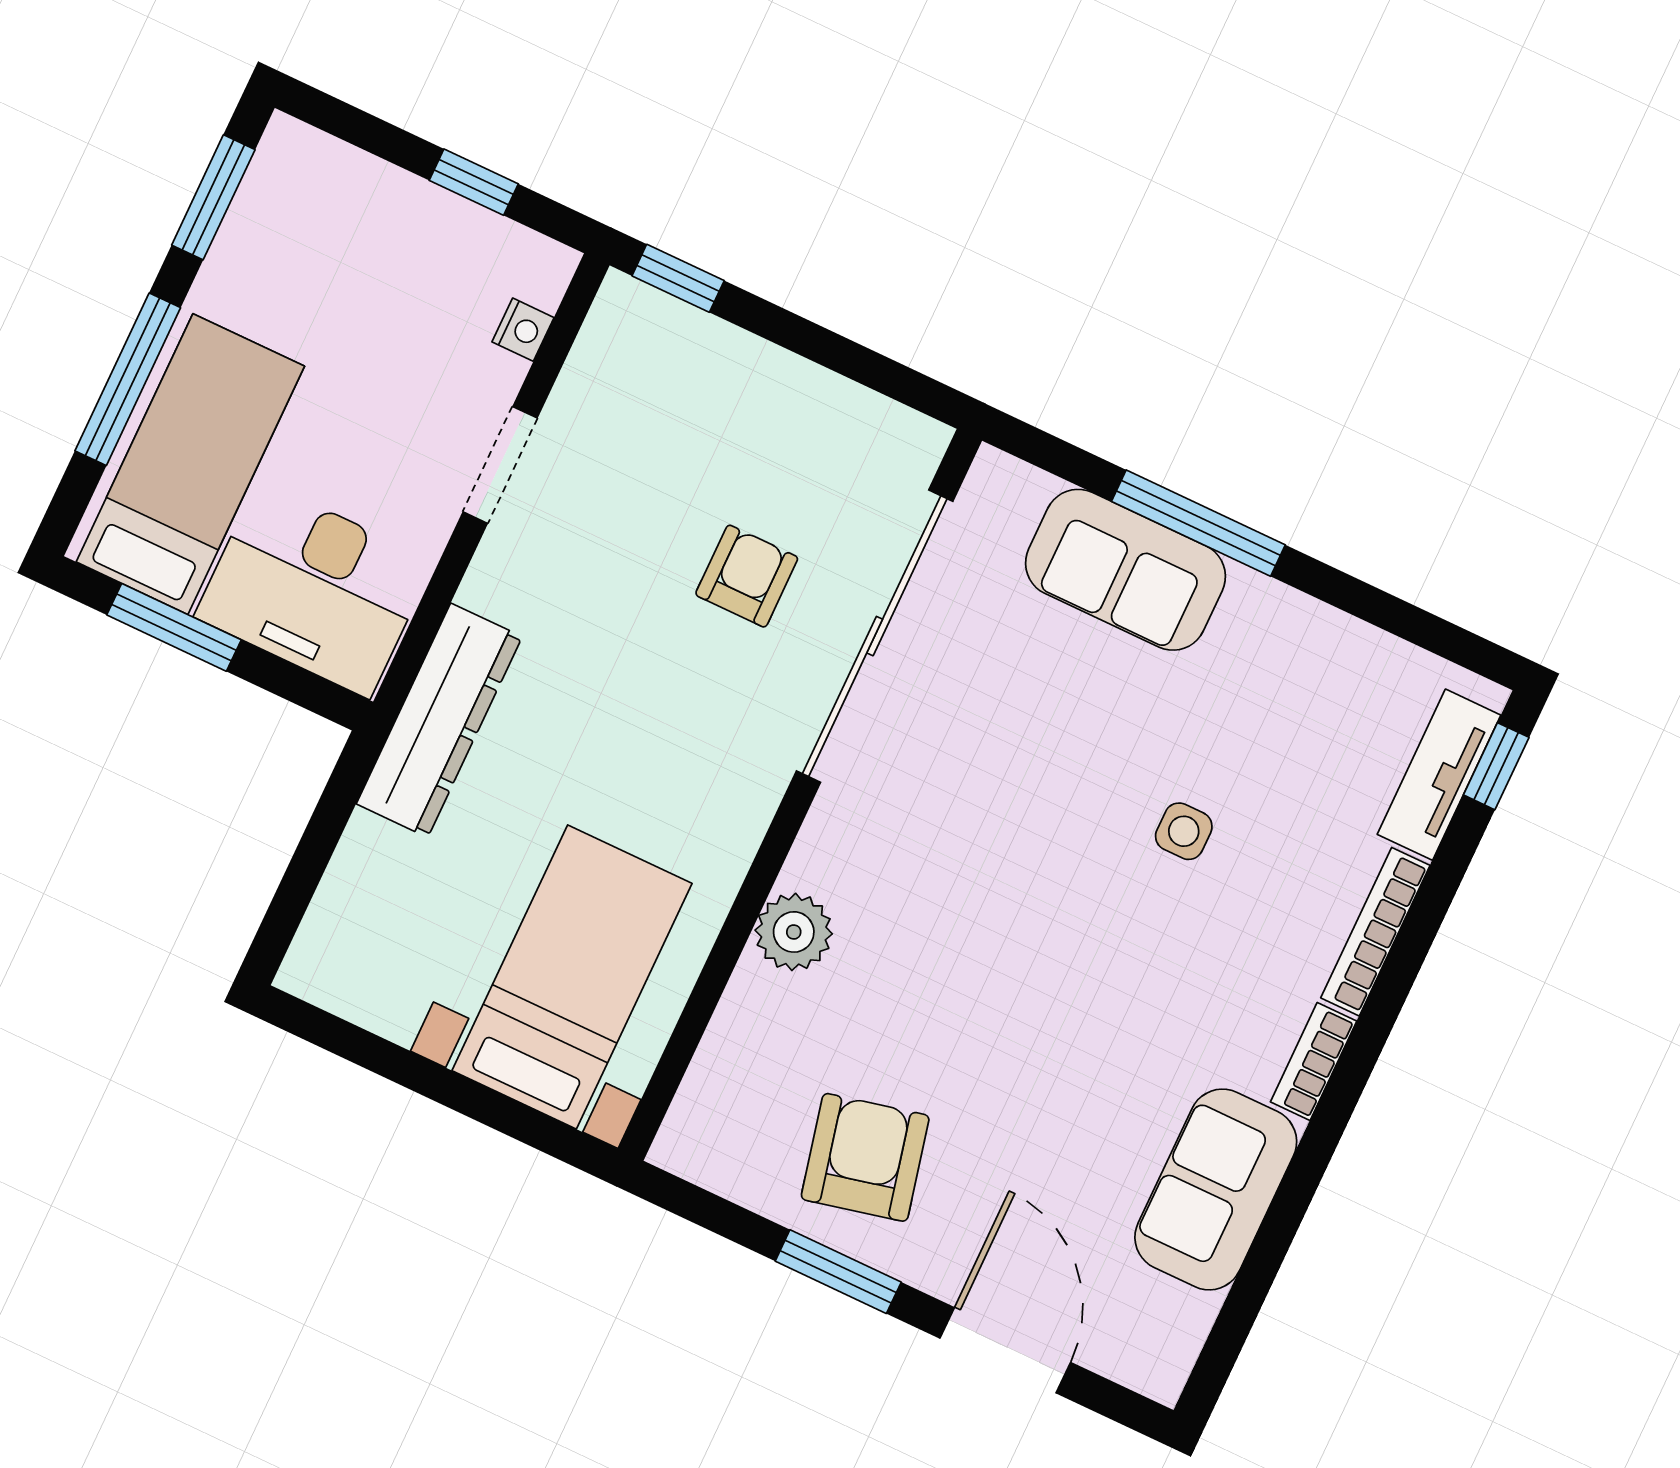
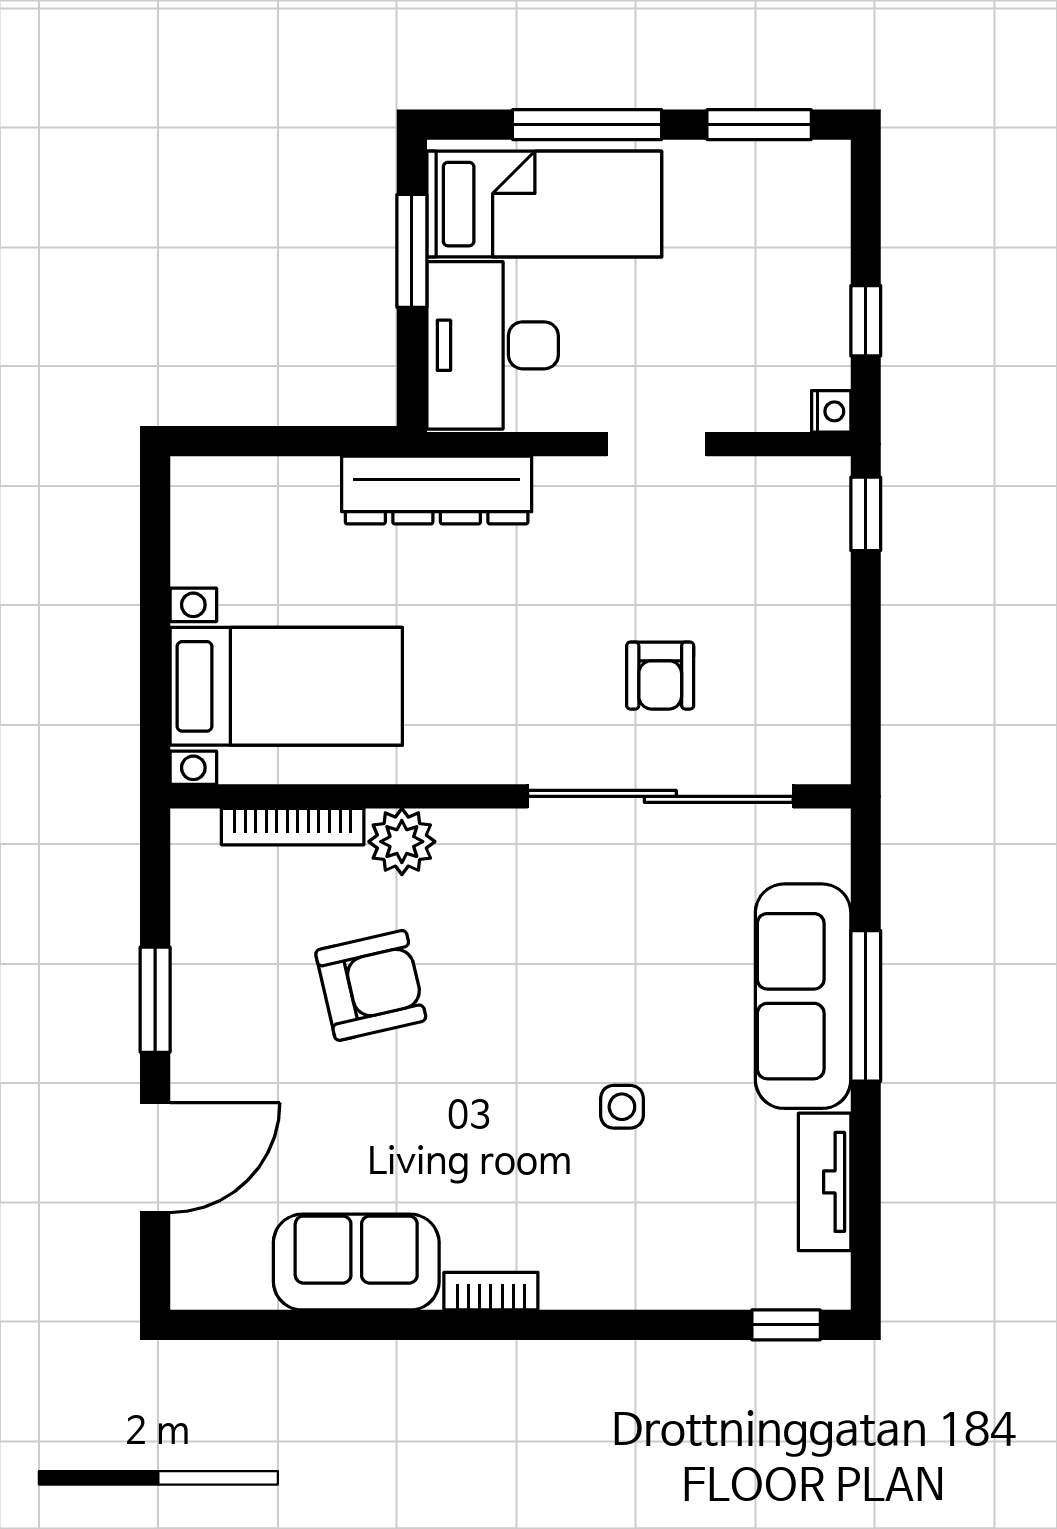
nightstand: (523, 330) -> (831, 411), moved, turned -90
sofa: (1126, 570) -> (803, 996), width x1.36
armchair: (747, 576) -> (660, 676), turned 90
tv unit: (1439, 775) -> (825, 1182), moved, turned -90
bookcase: (1375, 932) -> (293, 827), moved, turned 180
armchair: (865, 1157) -> (371, 985), moved

